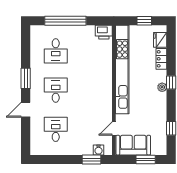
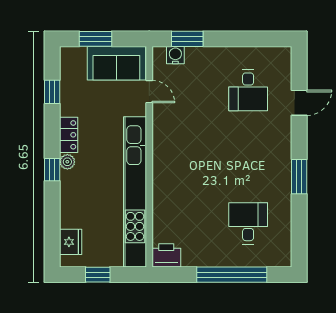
locker: (161, 59) -> (69, 135), moved
desk: (56, 90) -> (248, 157), removed
door: (26, 110) -> (299, 103), moved
door: (114, 129) -> (149, 92), hinge flipped

